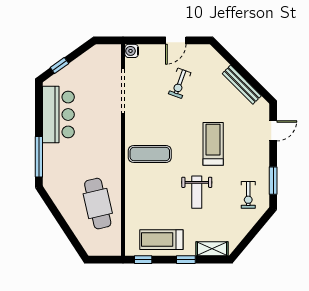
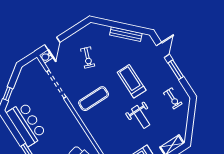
door: (176, 40) -> (52, 44), moved
exercise mat: (150, 154) -> (94, 99), moved
window: (273, 181) -> (176, 70), moved

